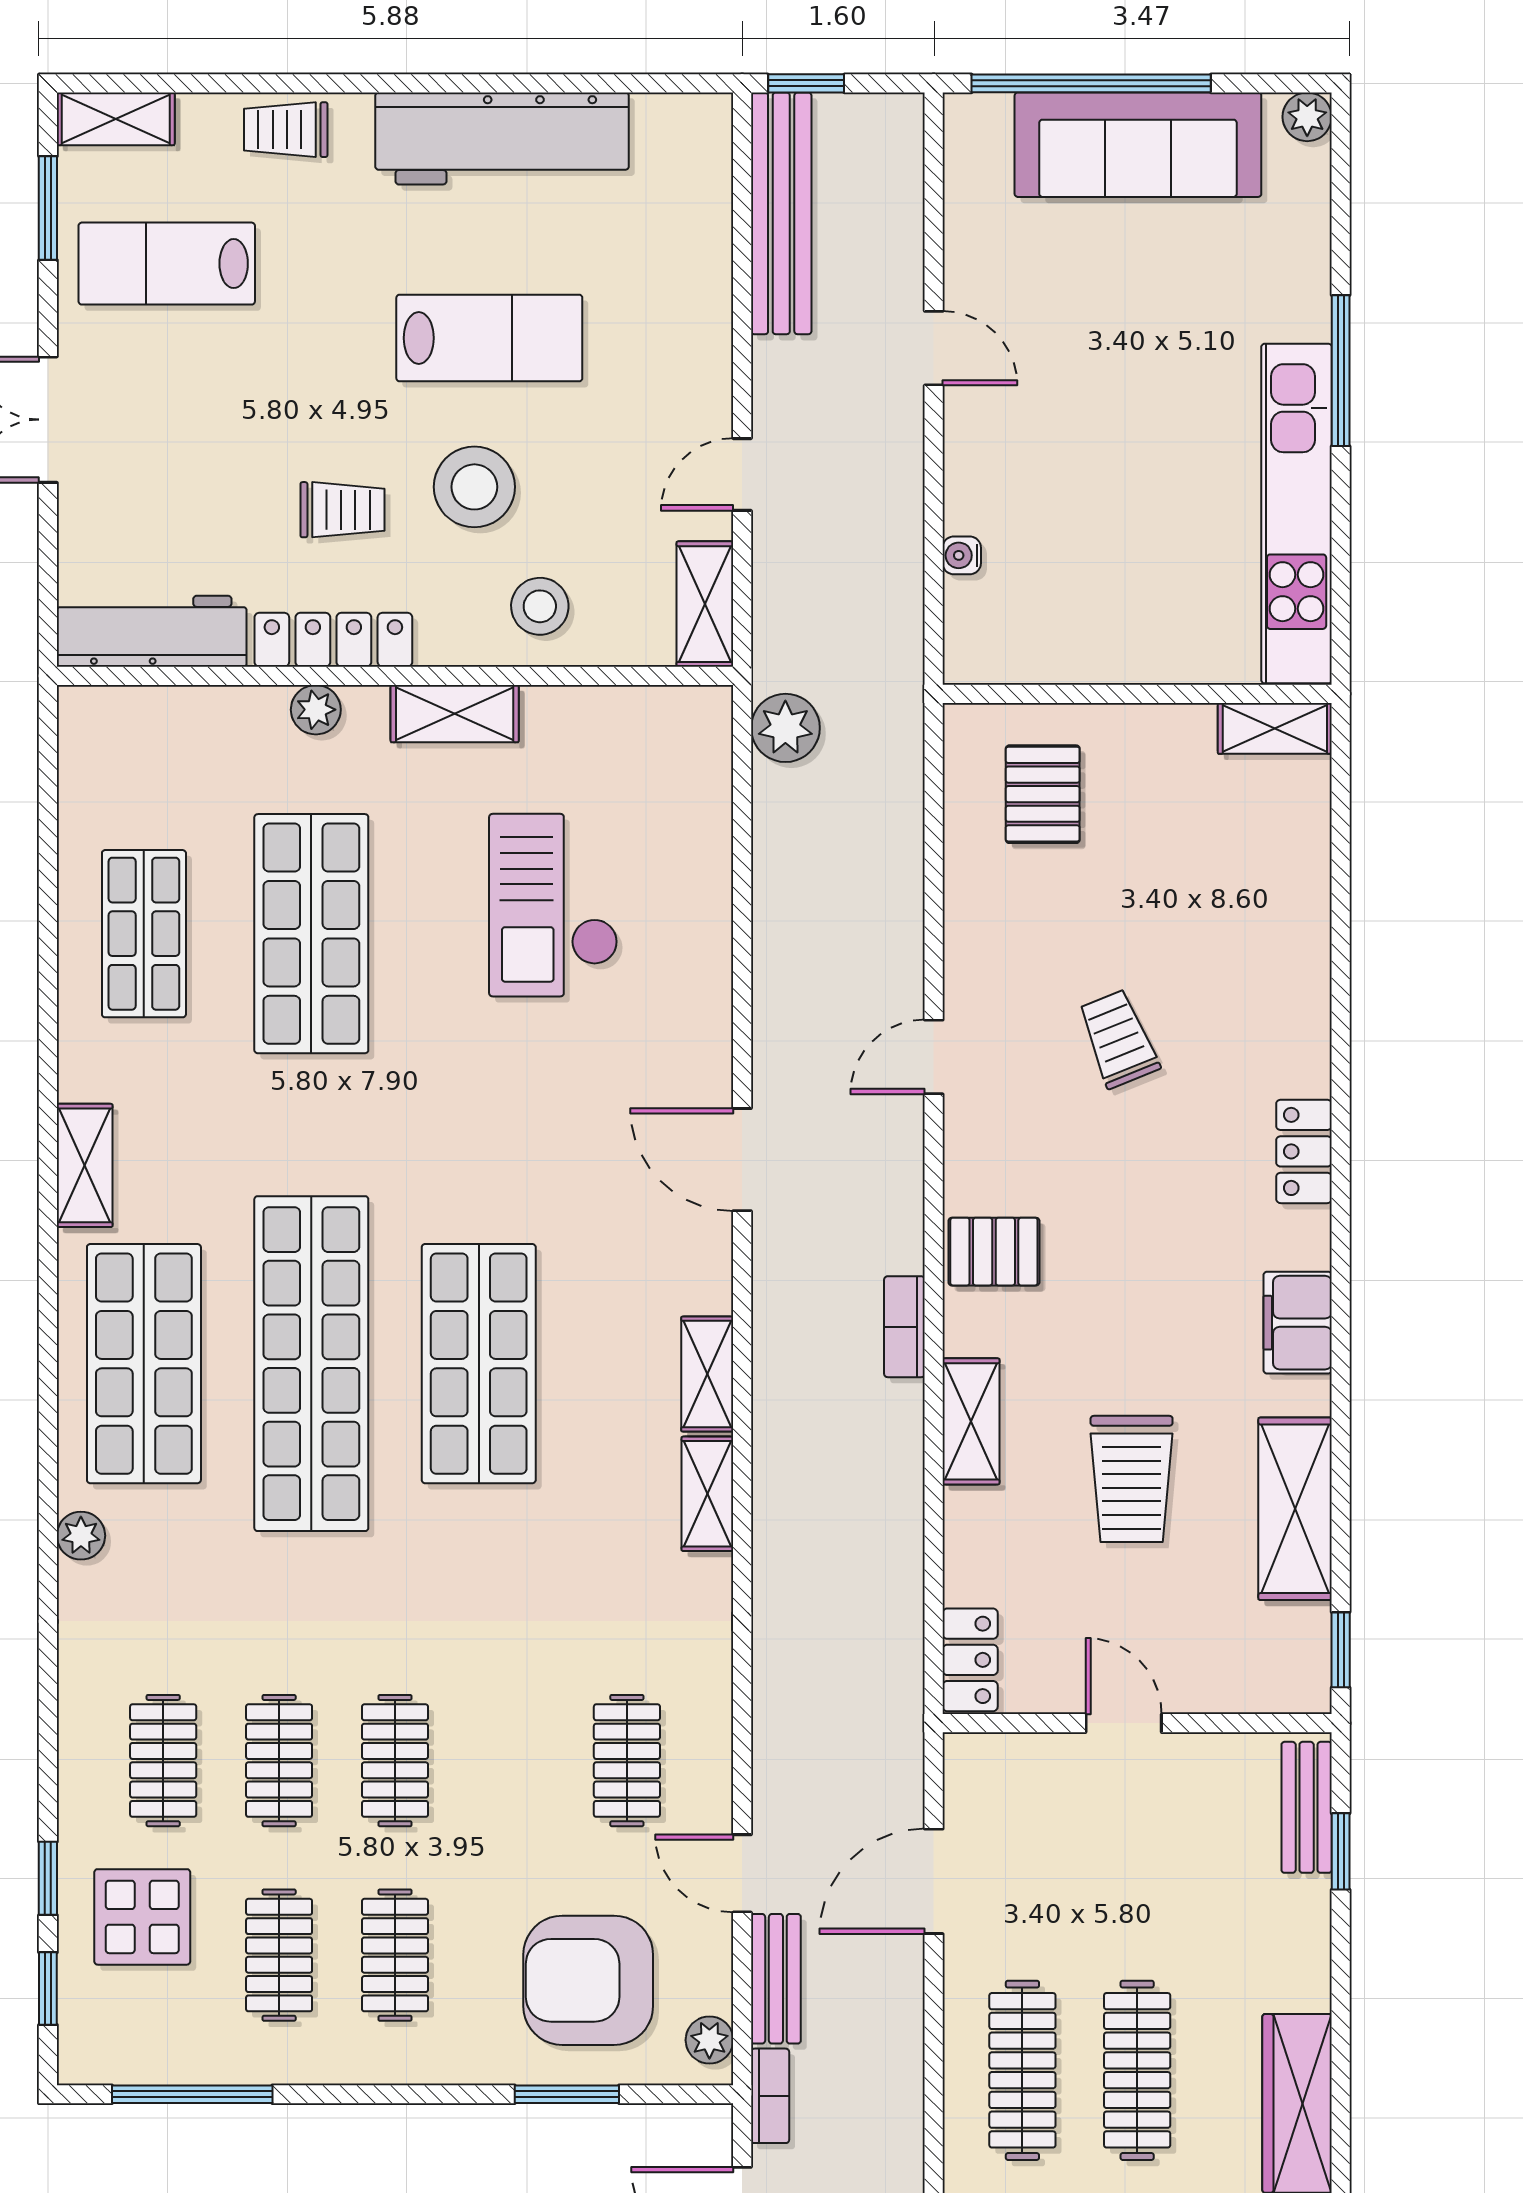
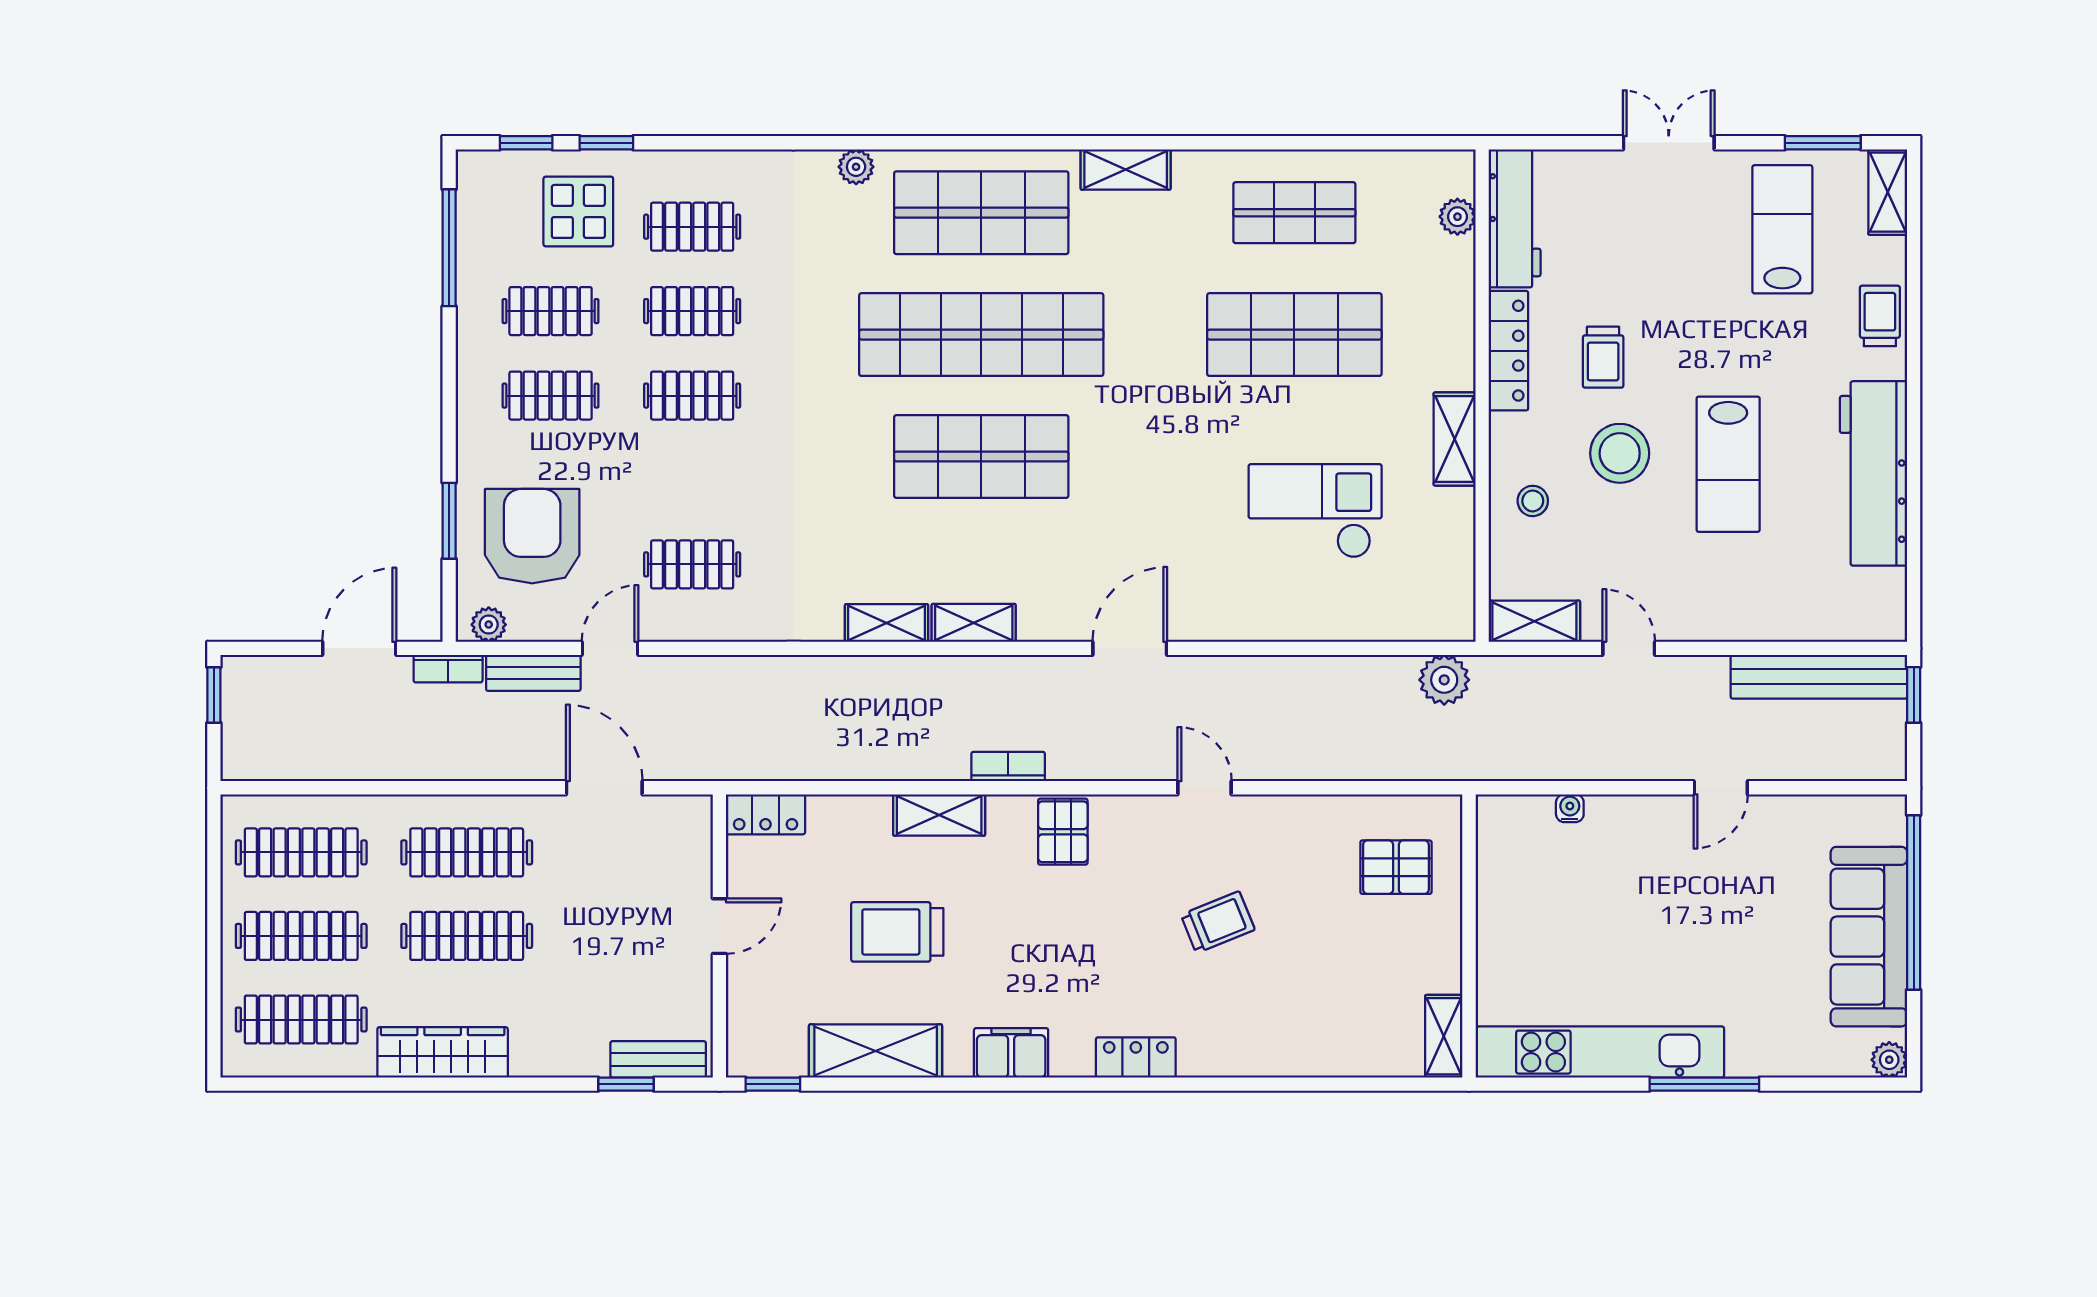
stool: (540, 606) -> (1533, 501), width x0.73, depth x0.73
plant: (316, 710) -> (1457, 217), moved

